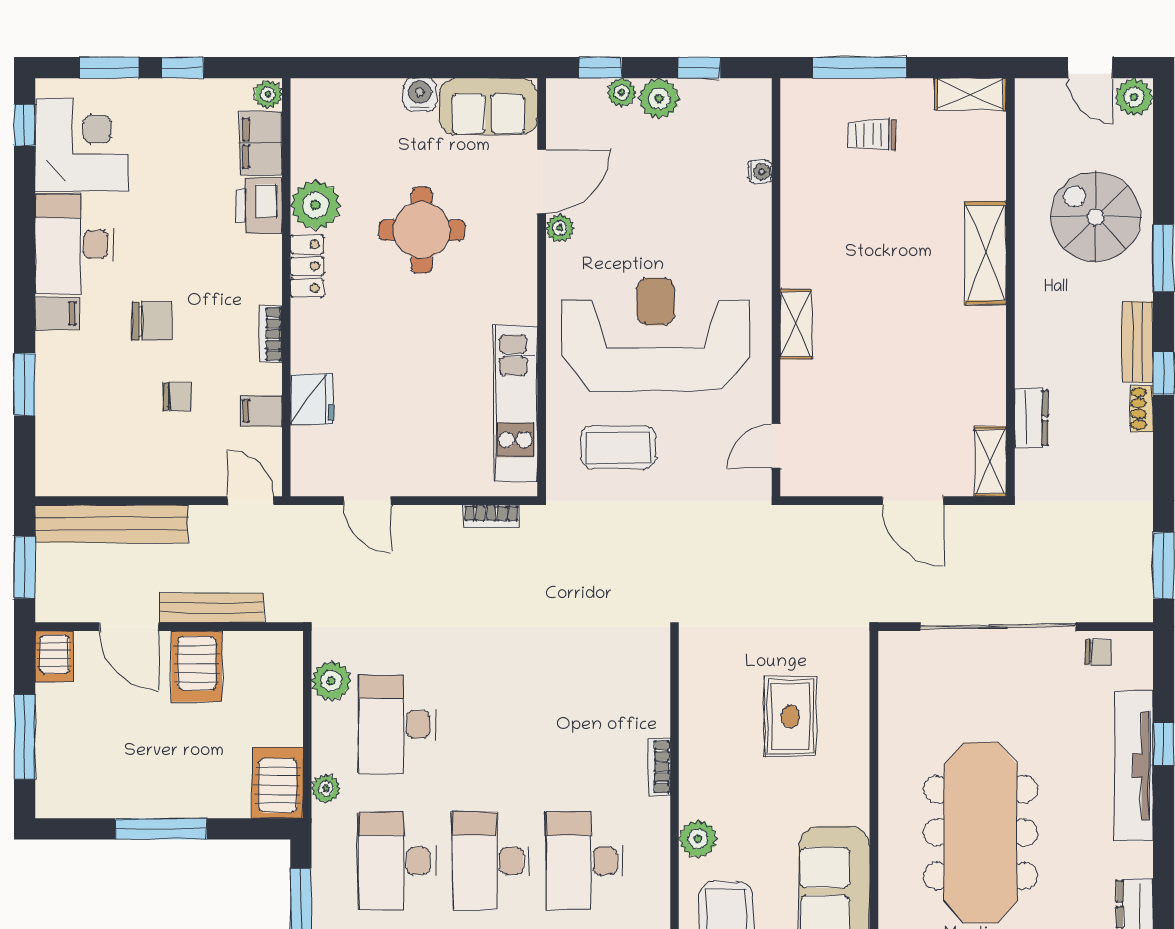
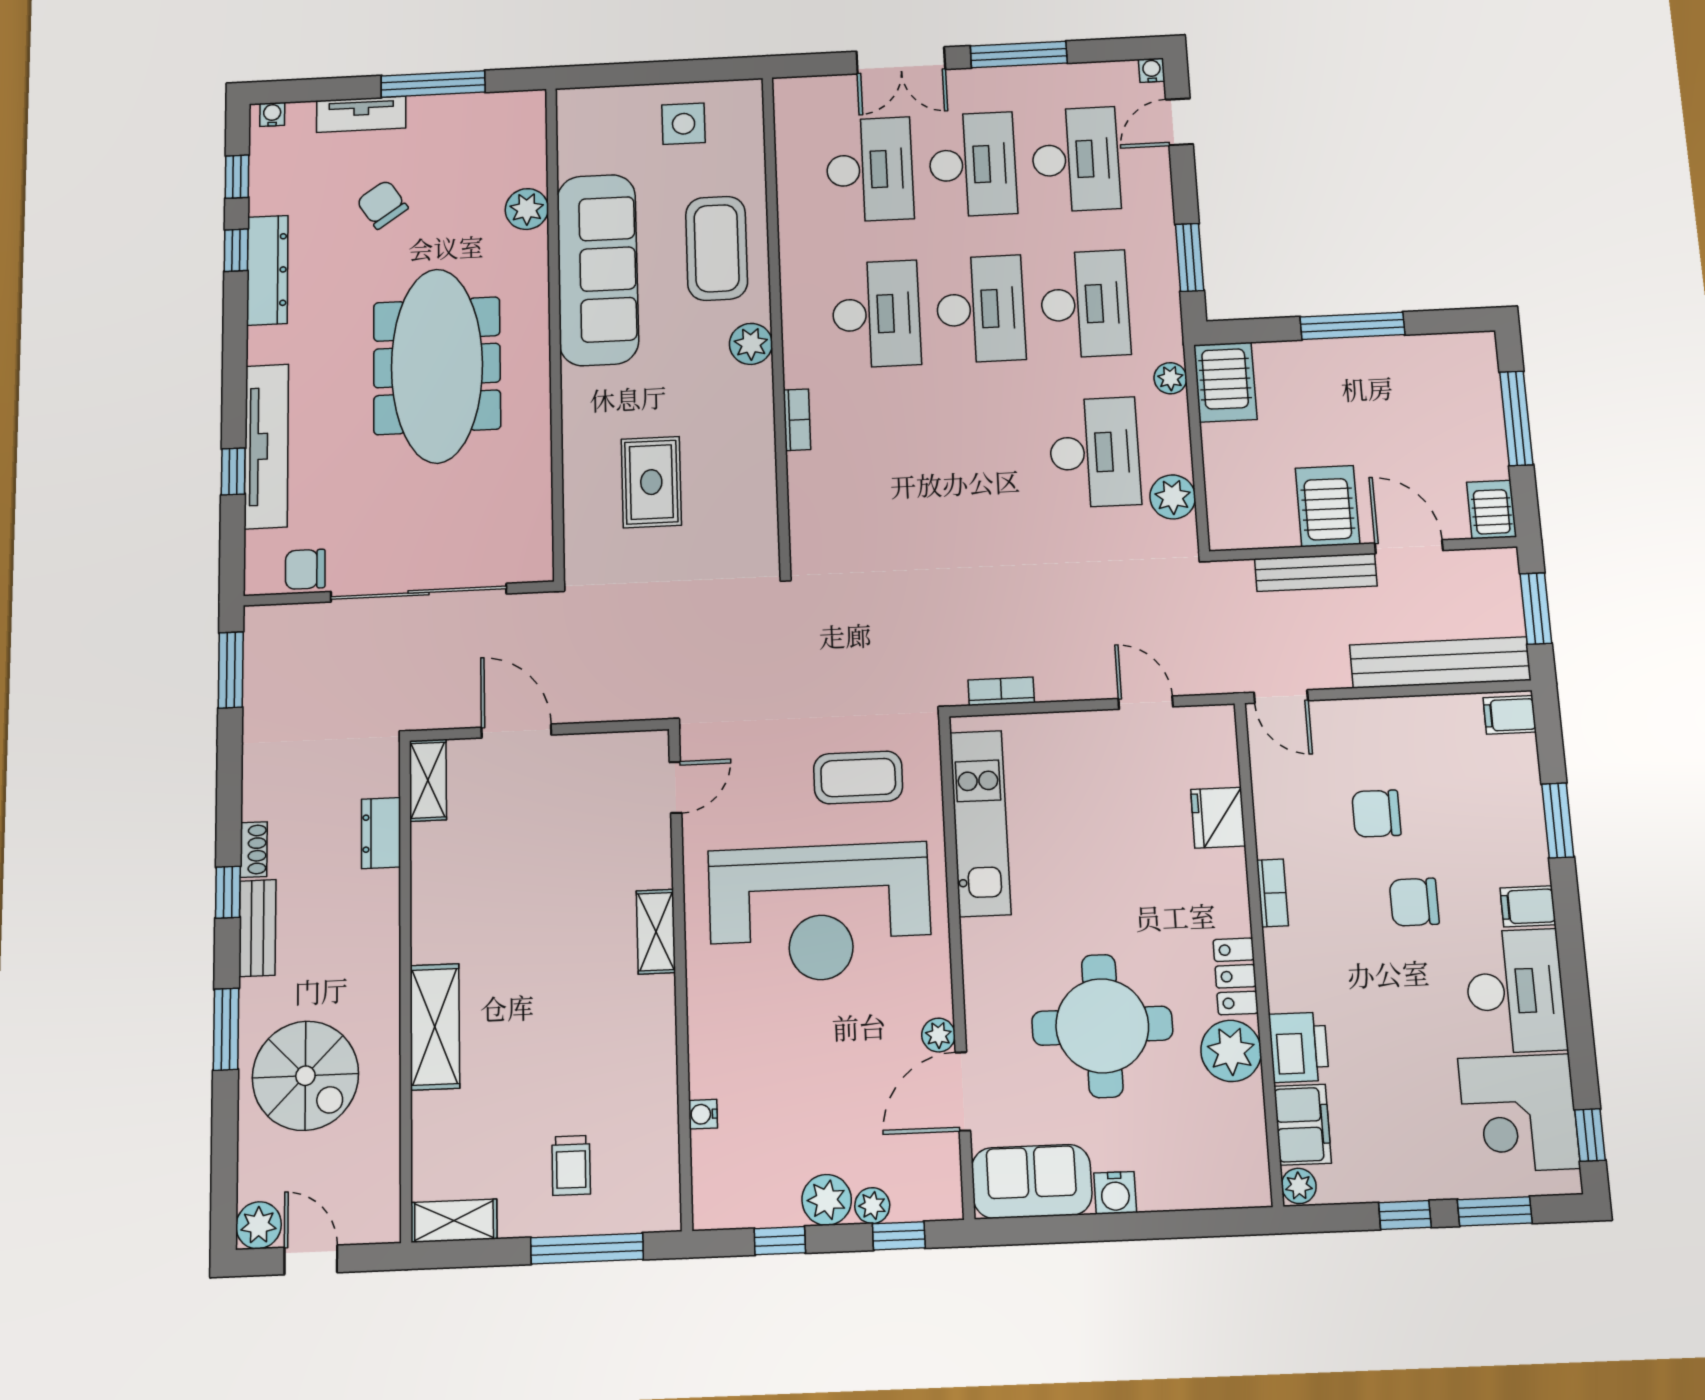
trolley: (872, 135) -> (571, 1165), turned 90
round table: (422, 230) -> (1102, 1026), width x1.36, depth x1.36
chair: (177, 397) -> (1376, 814), width x1.37, depth x1.37
filing cabinet: (261, 411) -> (1510, 715), moved, turned 180
chair: (1098, 652) -> (305, 569), width x1.37, depth x1.37

